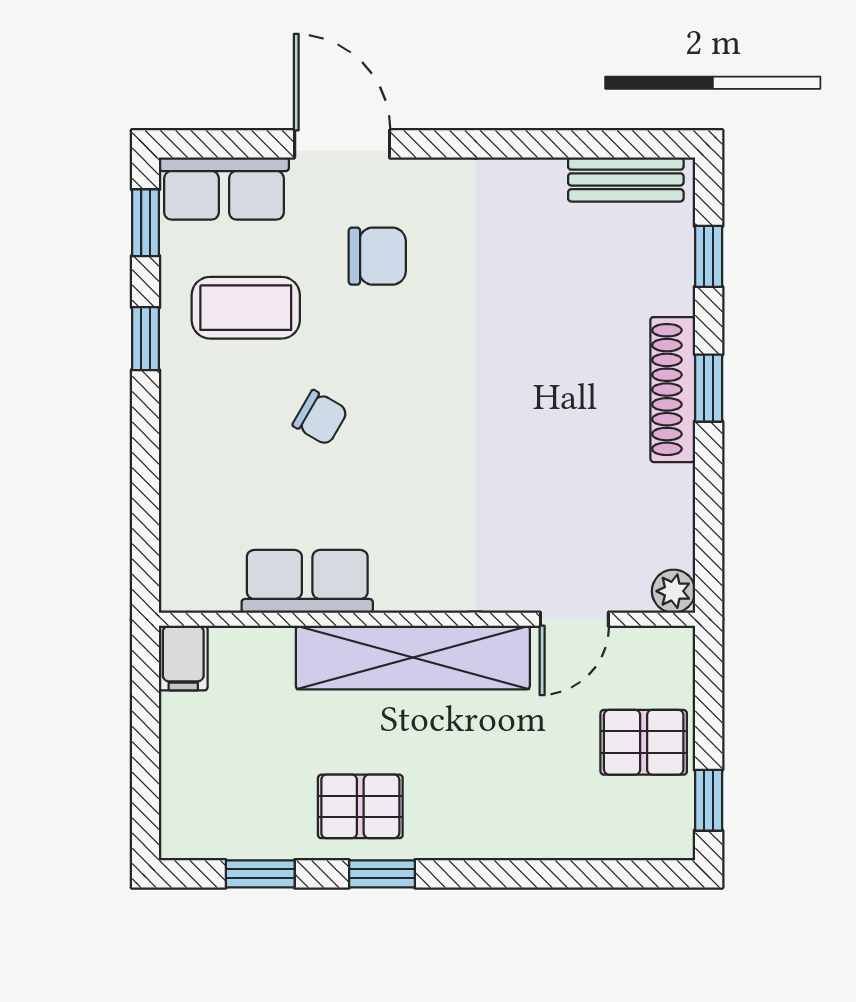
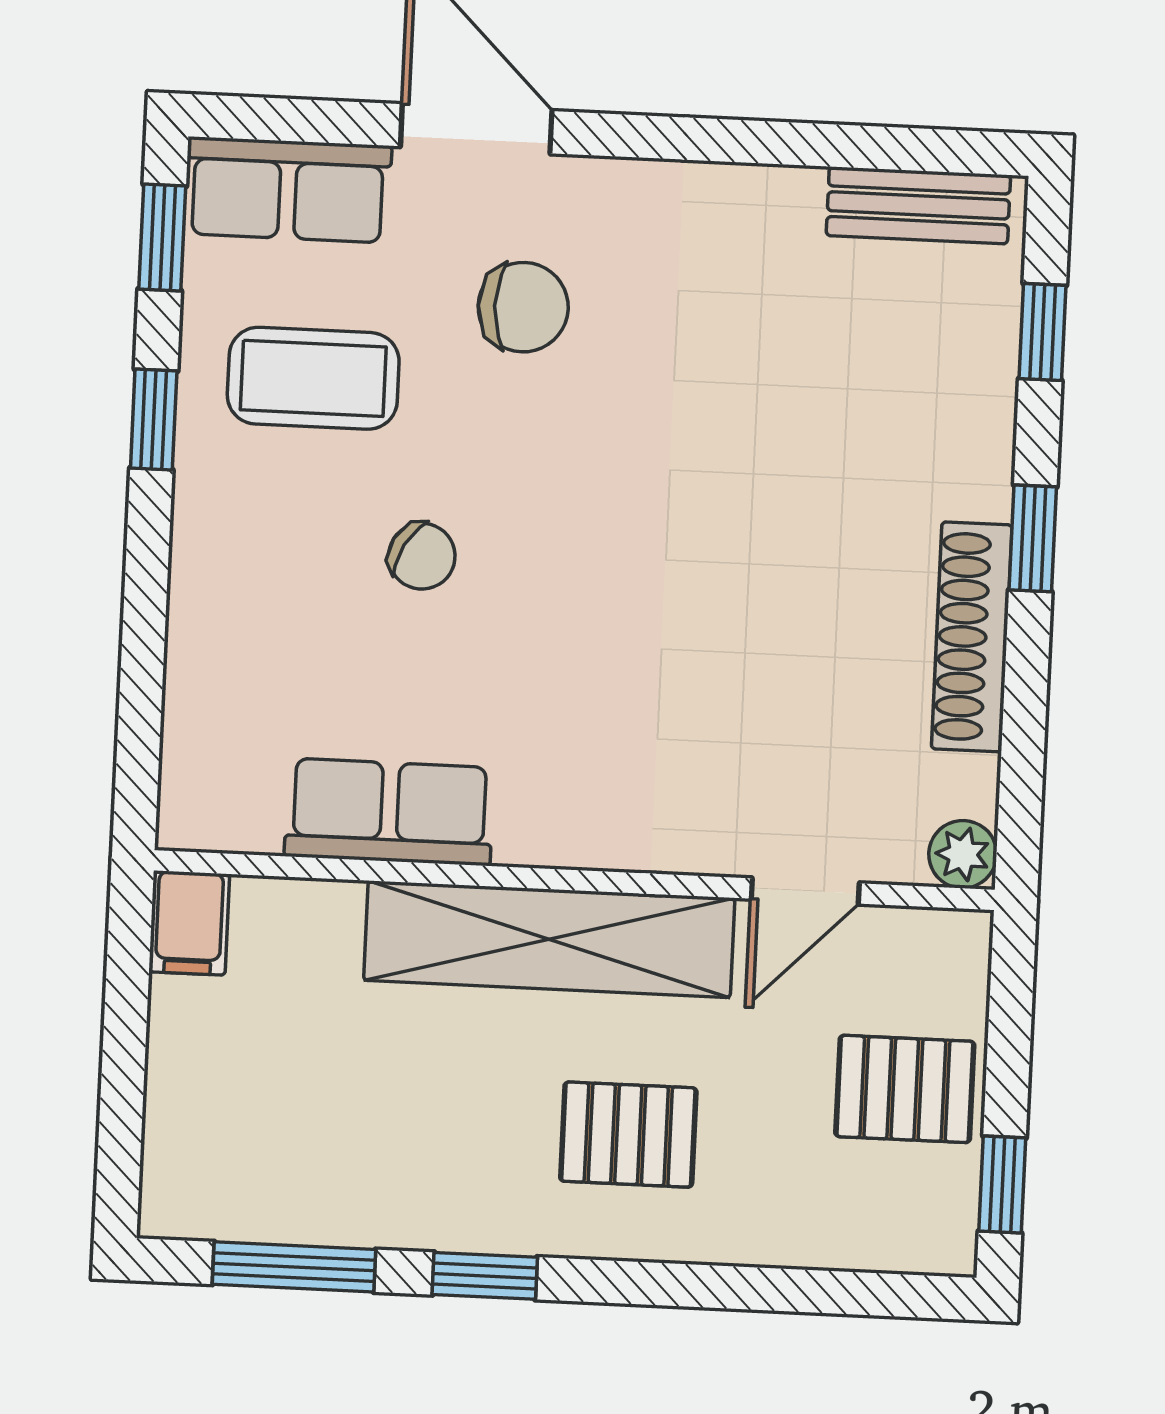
shoe rack: (673, 390) -> (972, 637), moved
pallet: (360, 806) -> (628, 1135), moved
window: (260, 874) -> (294, 1267), width x1.50

